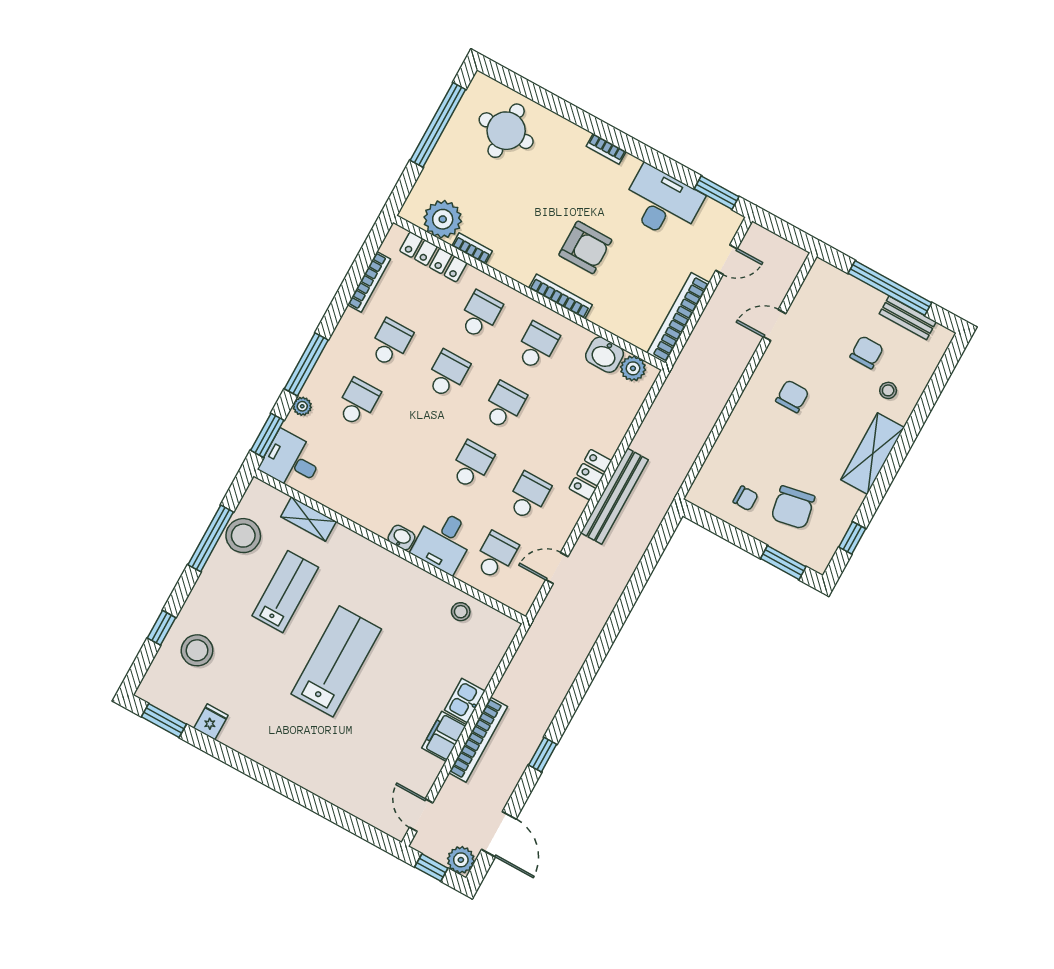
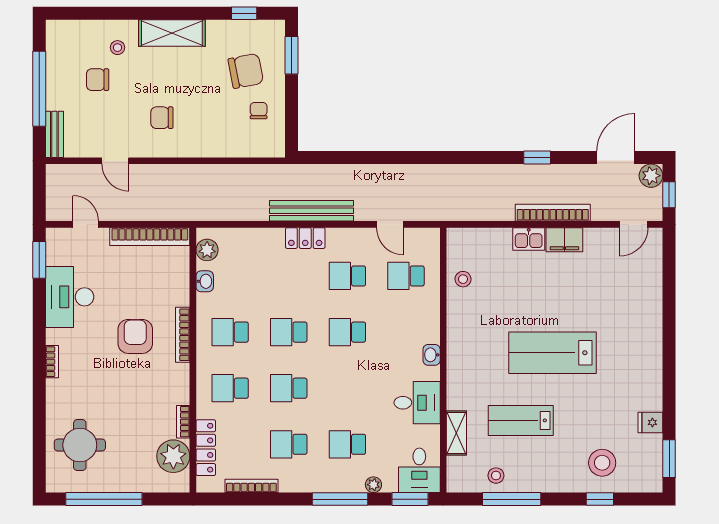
bench: (908, 318) -> (54, 134), moved
washbasin: (604, 355) -> (205, 281), width x0.72, depth x0.69
stool: (243, 536) -> (496, 476), width x0.53, depth x0.53
desk: (443, 542) -> (417, 403), moved

